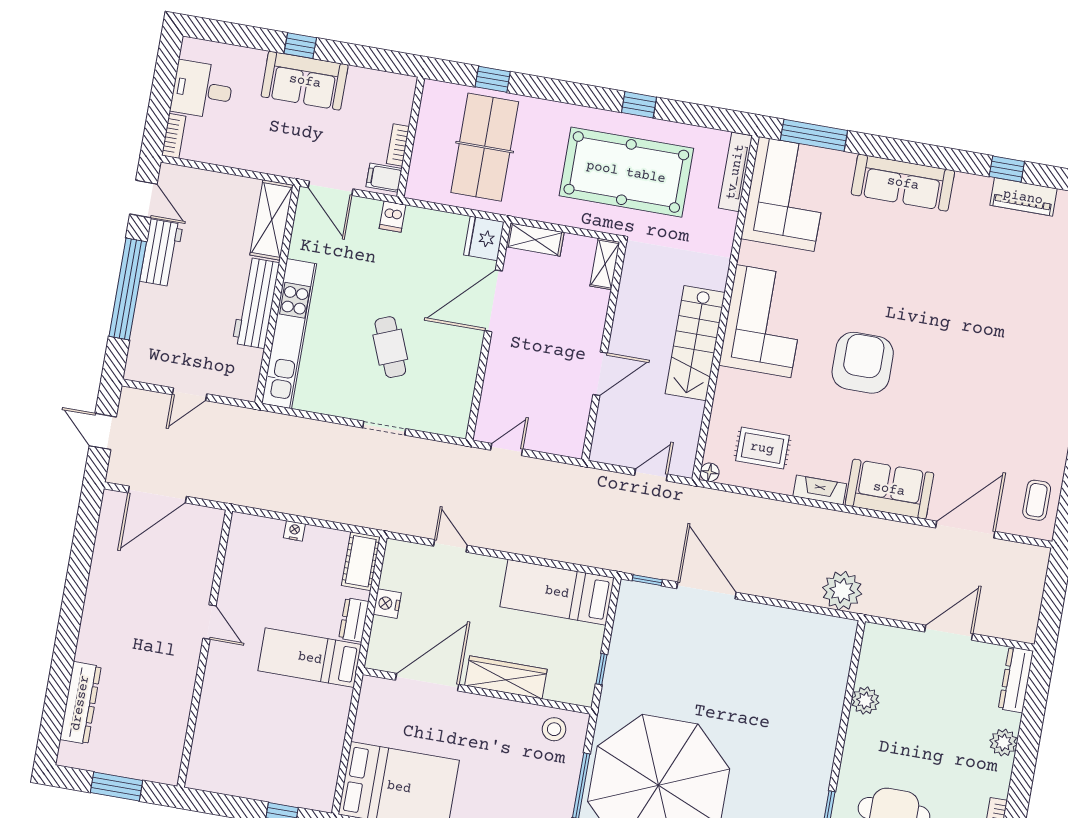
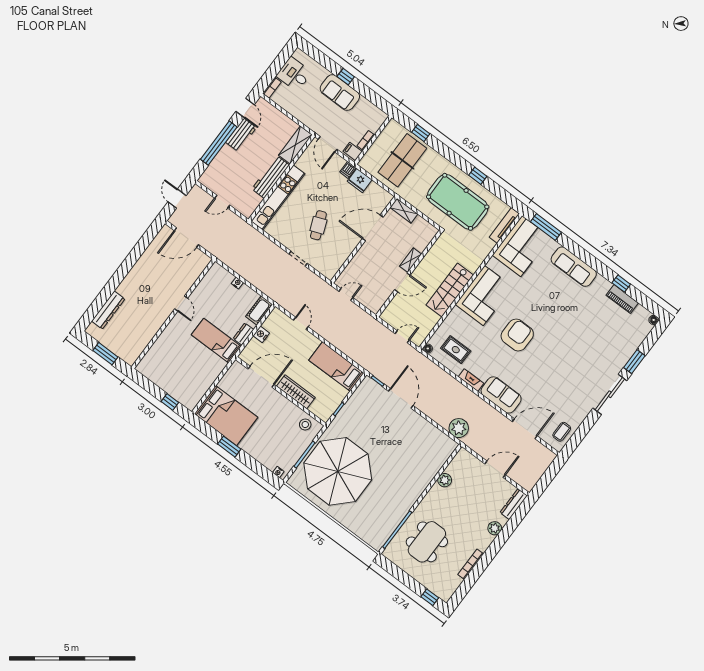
fridge: (484, 238) -> (360, 181), moved, turned -90
shelving: (605, 264) -> (411, 260), moved

